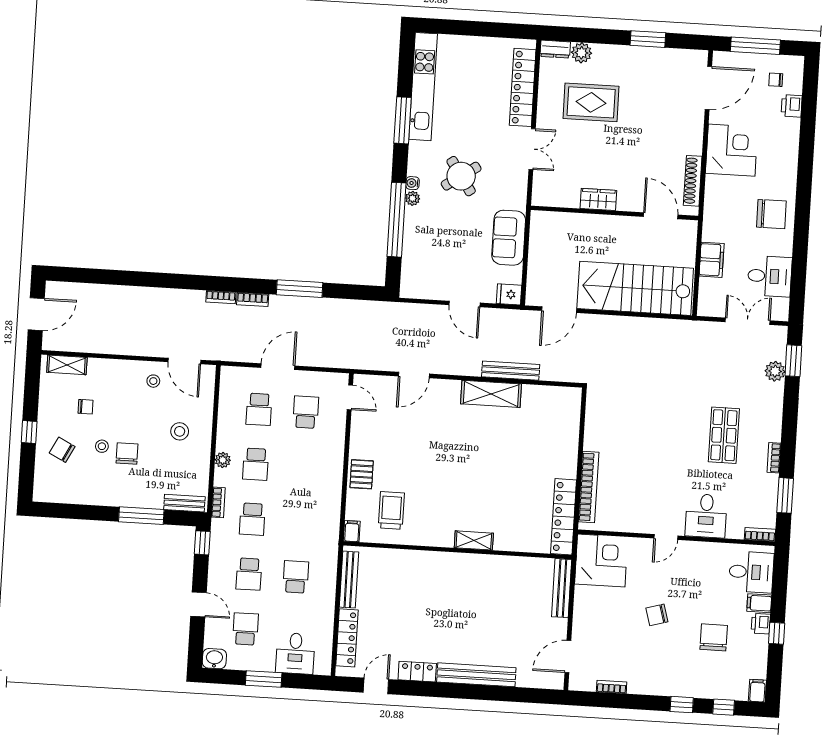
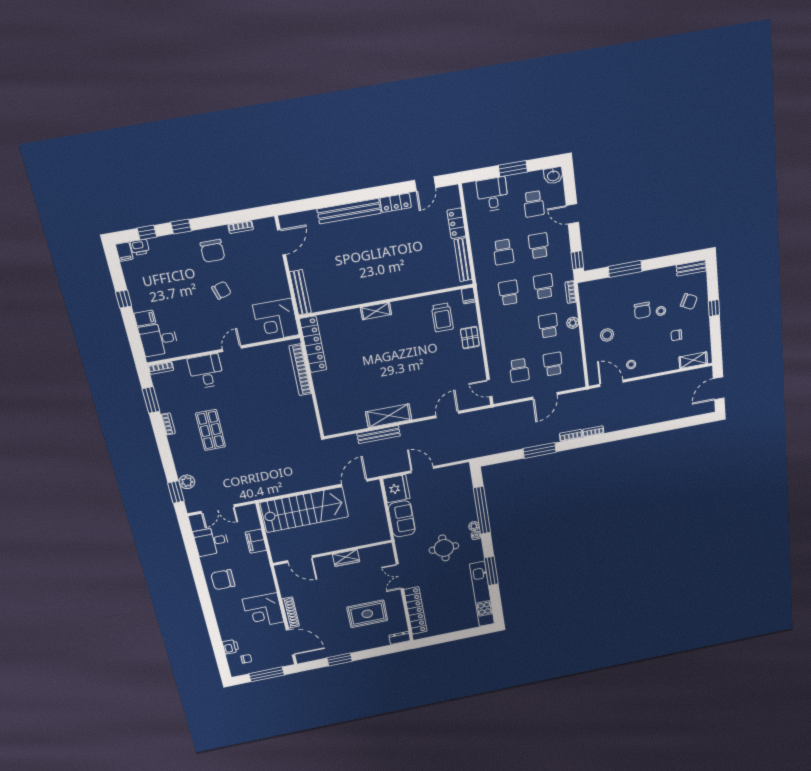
plant: (581, 53) -> (382, 640), removed
door: (708, 88) -> (290, 642), swing flipped
round table: (461, 176) -> (444, 548), turned 34
shoe rack: (693, 181) -> (291, 612), moved
fridge: (509, 294) -> (396, 489), width x1.88, depth x1.34
bench: (184, 503) -> (691, 268), moved
school desk: (299, 522) -> (509, 293), added
printer: (761, 624) -> (140, 247), moved, turned 90
chair: (714, 637) -> (213, 251), moved
locker: (347, 638) -> (456, 223), width x0.66

